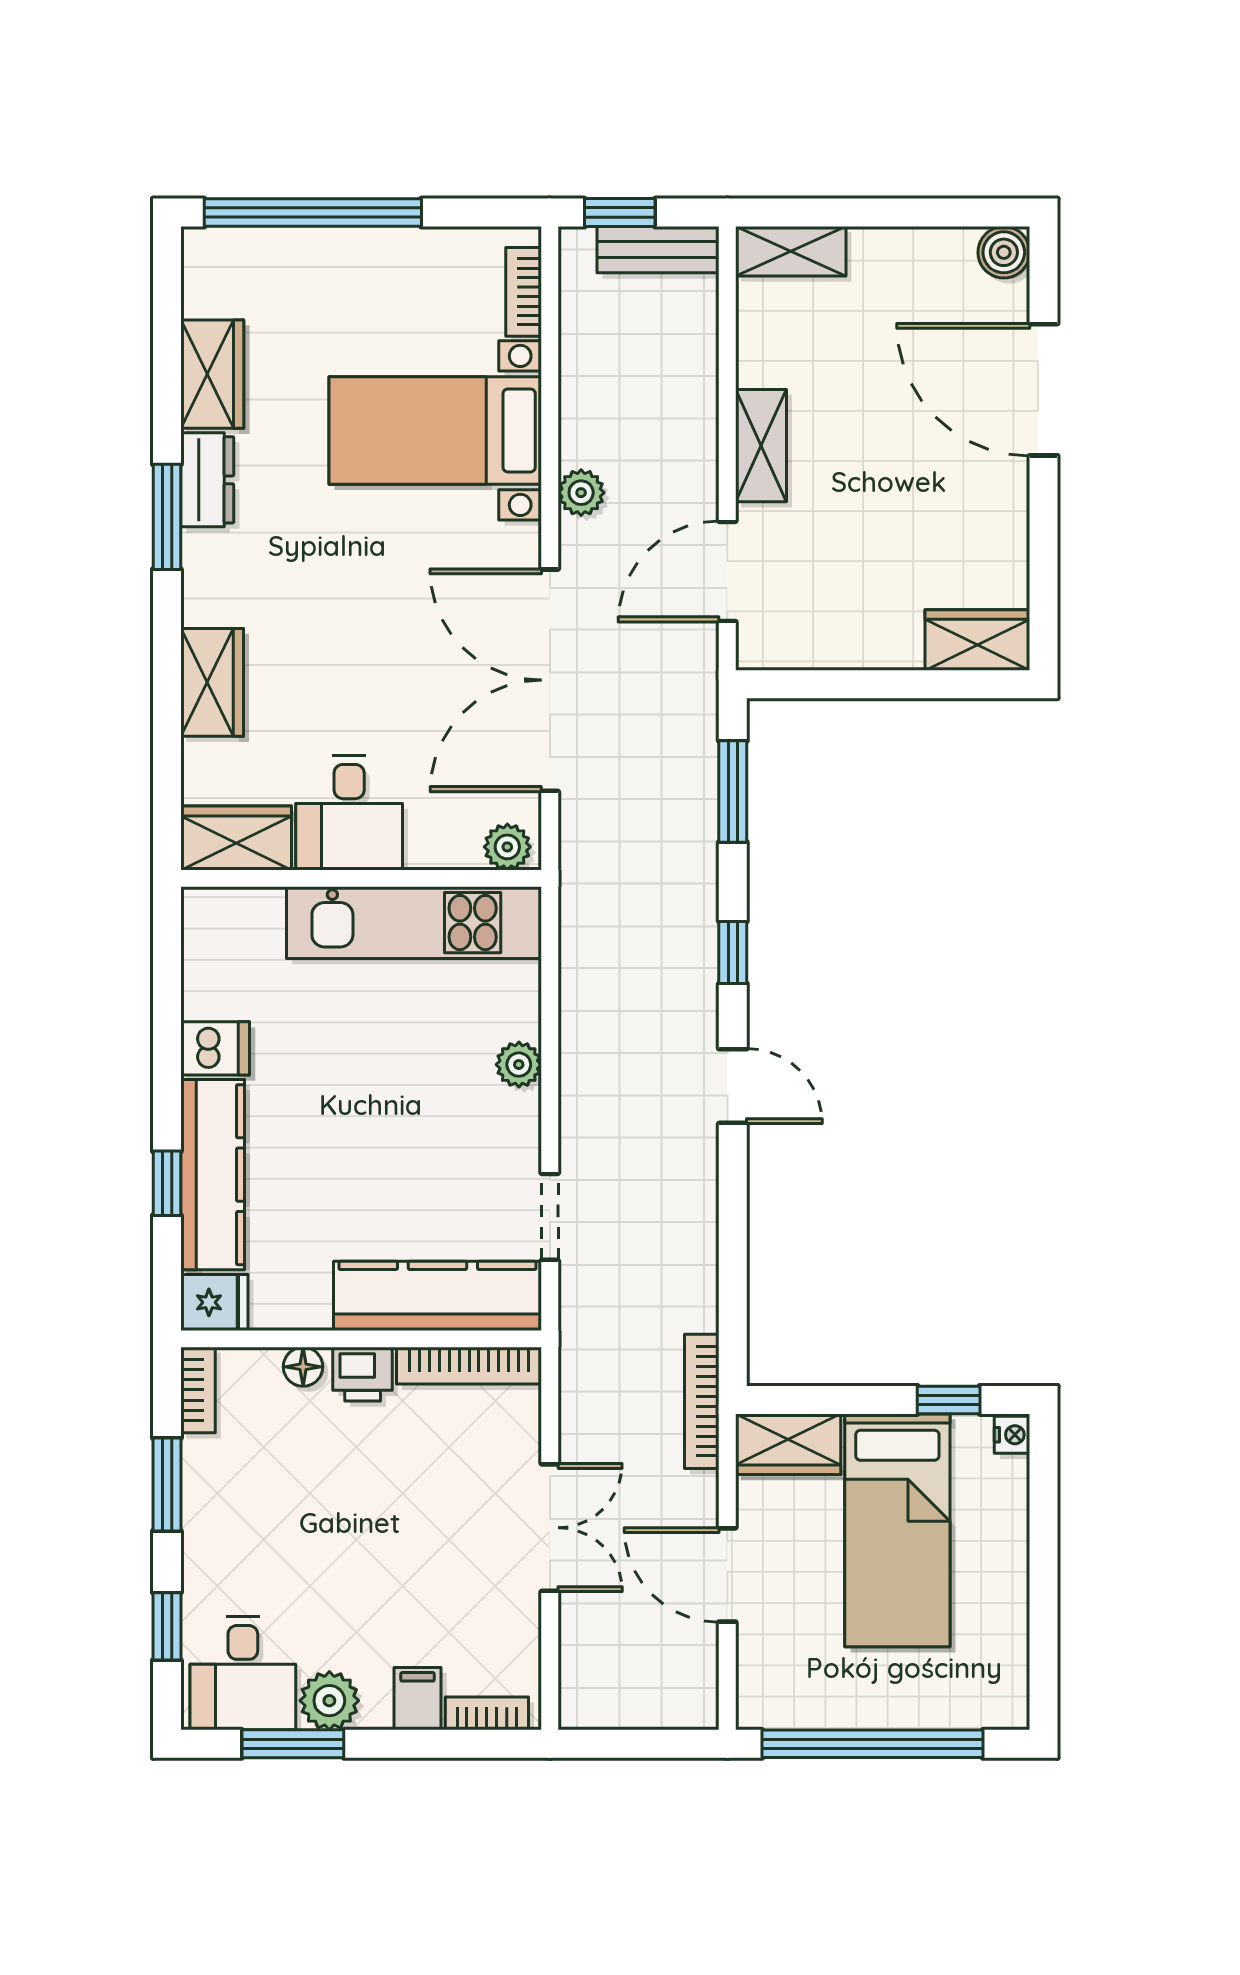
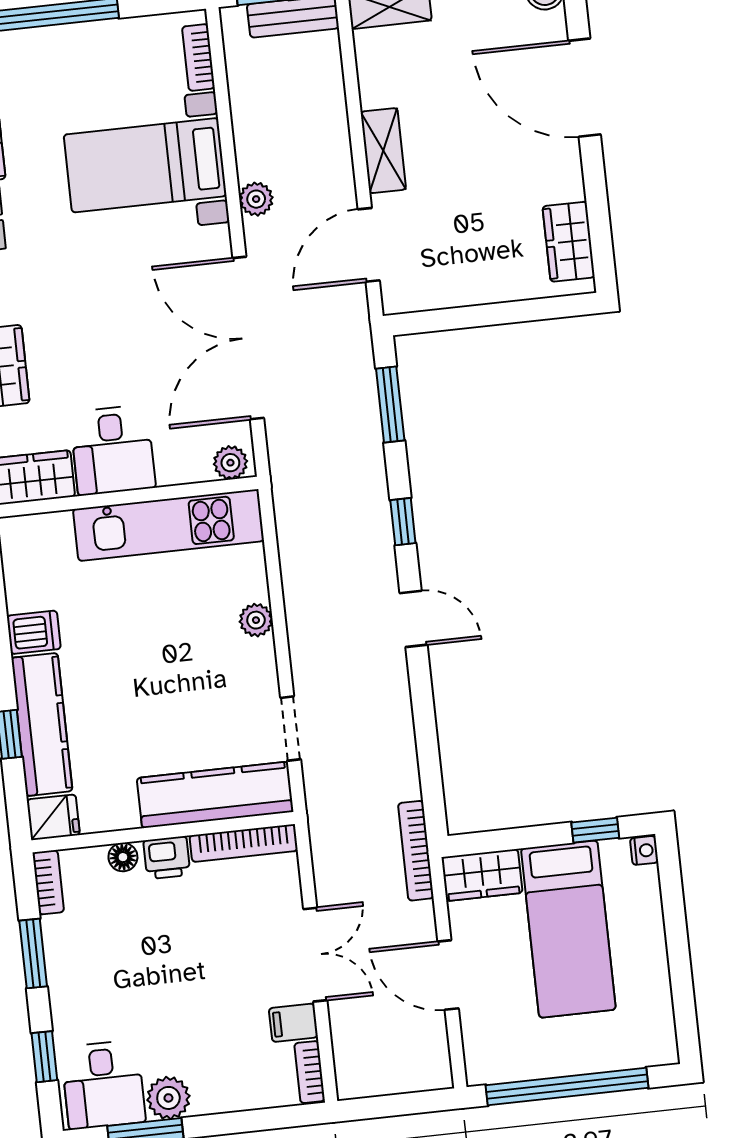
wardrobe: (977, 640) -> (569, 242), moved, turned -90
filing cabinet: (418, 1699) -> (293, 1023), moved, turned -90
bookcase: (487, 1713) -> (310, 1072), moved, turned -90

